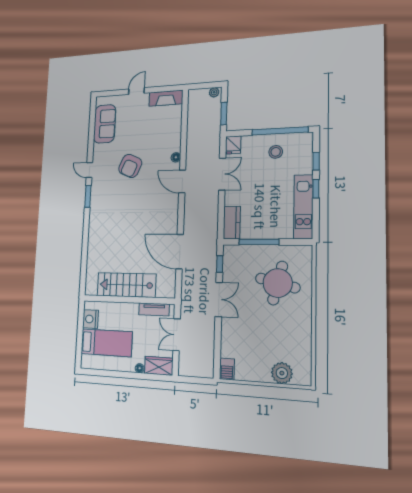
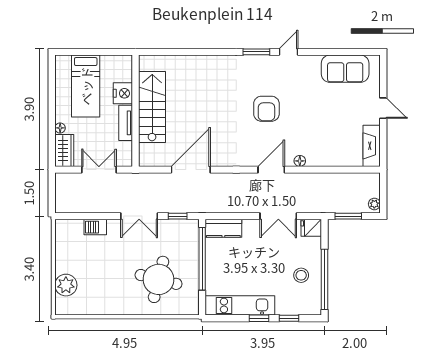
armchair: (130, 166) -> (266, 109), moved, turned -114
window: (259, 242) -> (202, 259), width x1.46
tv unit: (154, 309) -> (126, 123), moved
nightstand: (90, 319) -> (123, 93), moved, turned 90
barbecue: (227, 369) -> (95, 227), moved

